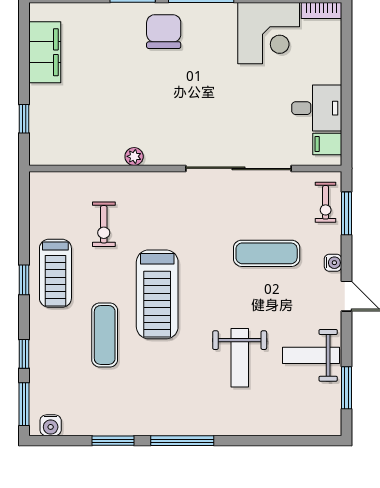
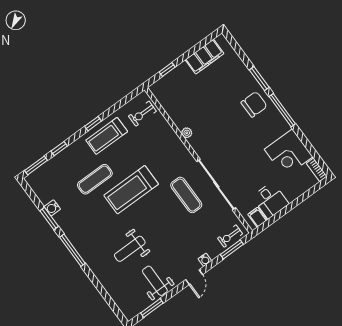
exercise bike: (104, 224) -> (142, 114), moved
exercise mat: (267, 253) -> (186, 195), moved
water cooler: (51, 425) -> (52, 208), moved

